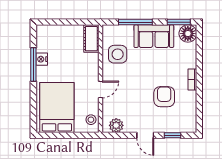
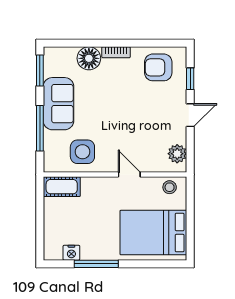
floor lamp: (188, 34) -> (89, 58), moved
nightstand: (42, 59) -> (71, 253), moved
armchair: (164, 97) -> (158, 67), moved

